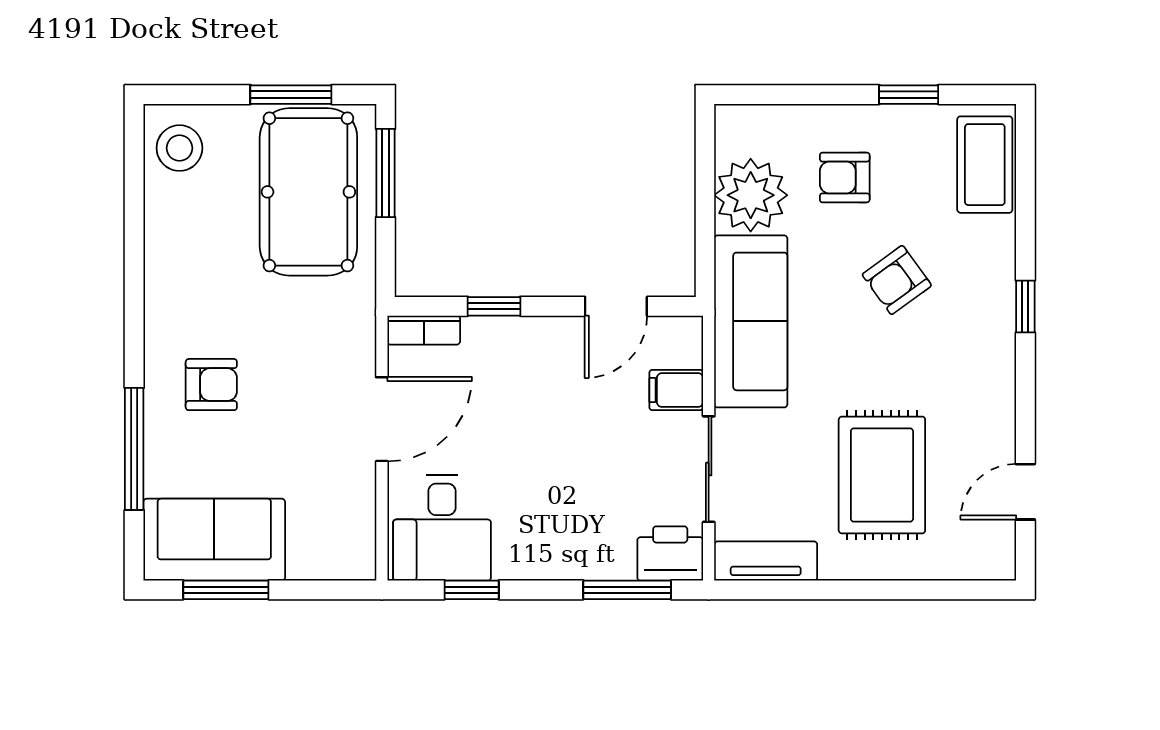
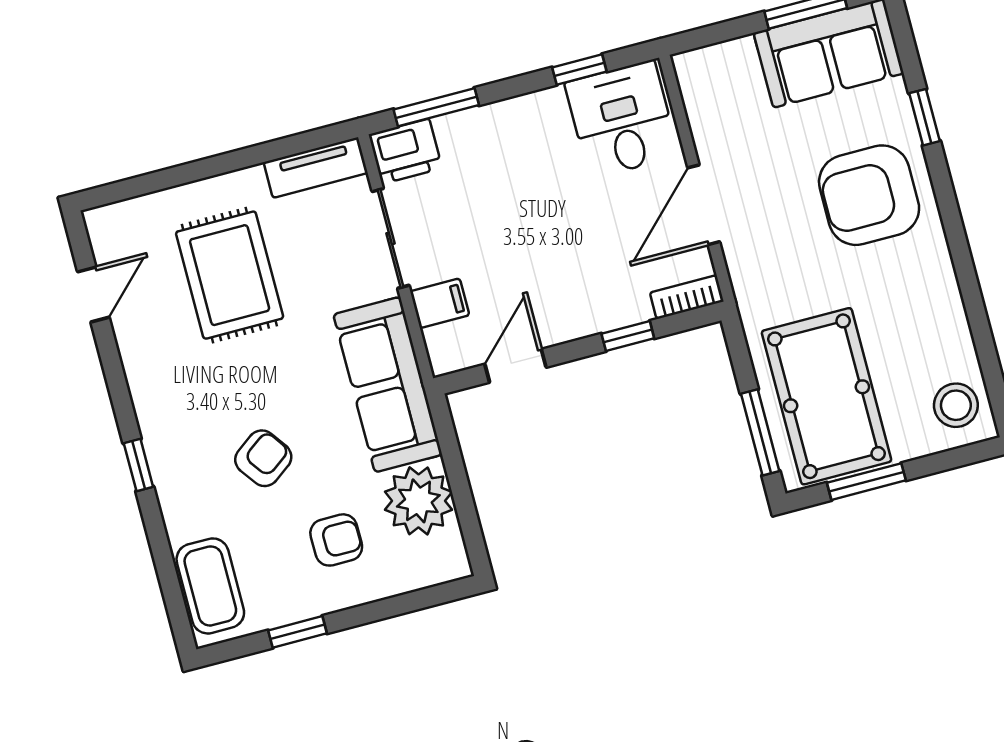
armchair: (211, 385) -> (869, 195), width x1.88, depth x1.88
window: (134, 449) -> (924, 117), width x0.46

